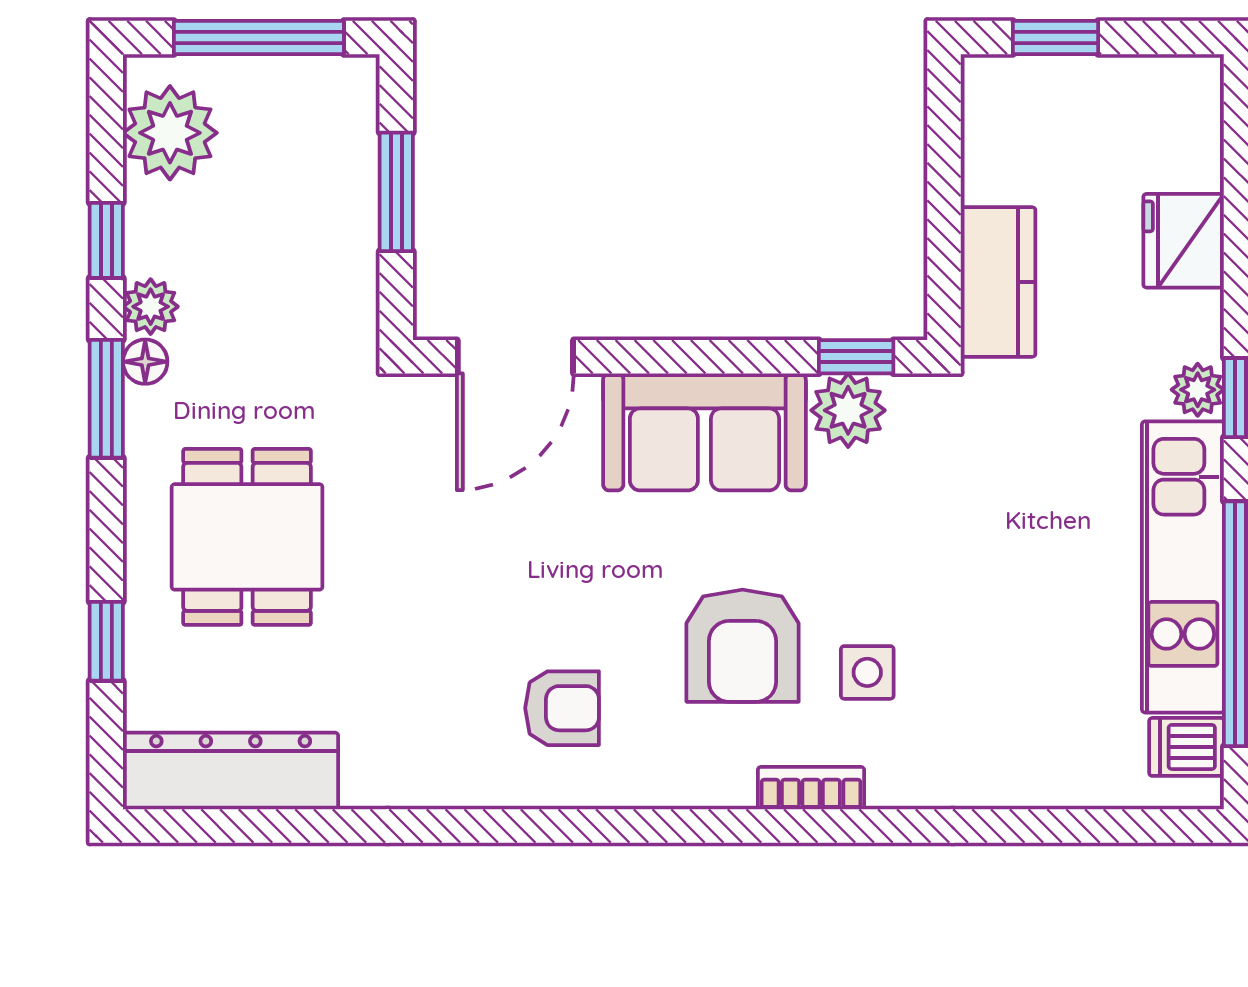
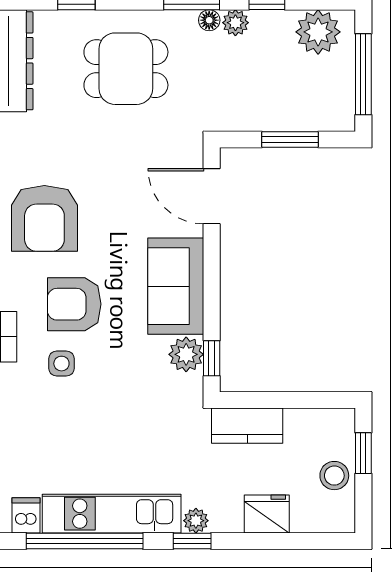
stool: (1103, 99) -> (334, 476), added
armchair: (562, 708) -> (44, 218), width x1.88, depth x1.88

